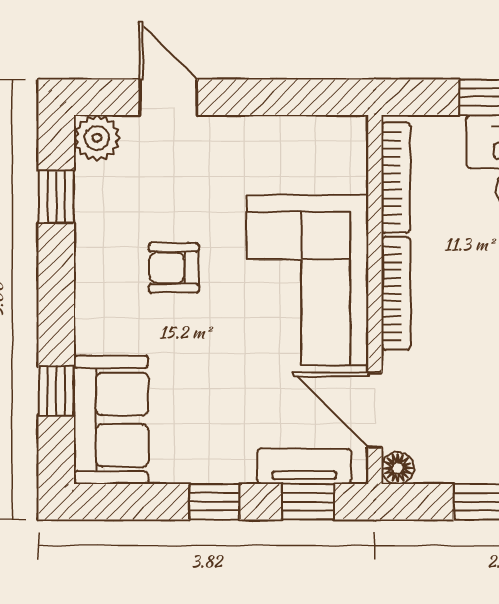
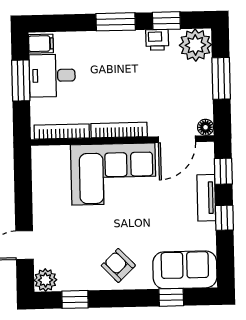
armchair: (174, 268) -> (118, 265), moved, turned 136
tv unit: (304, 466) -> (206, 198), moved

